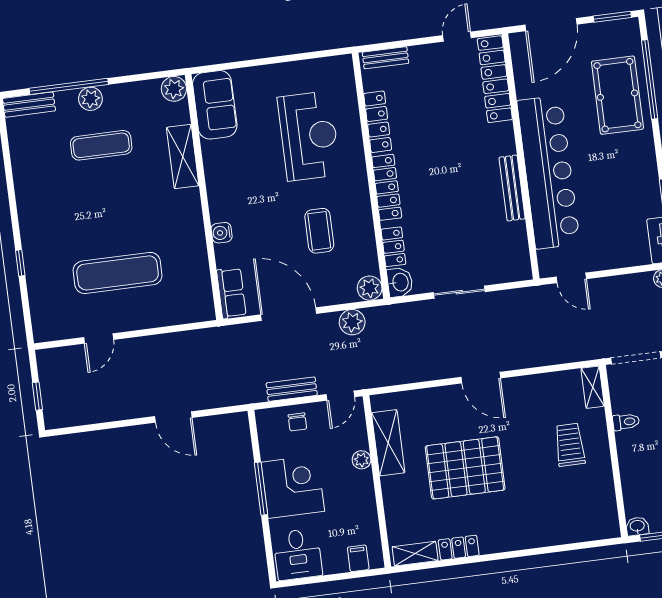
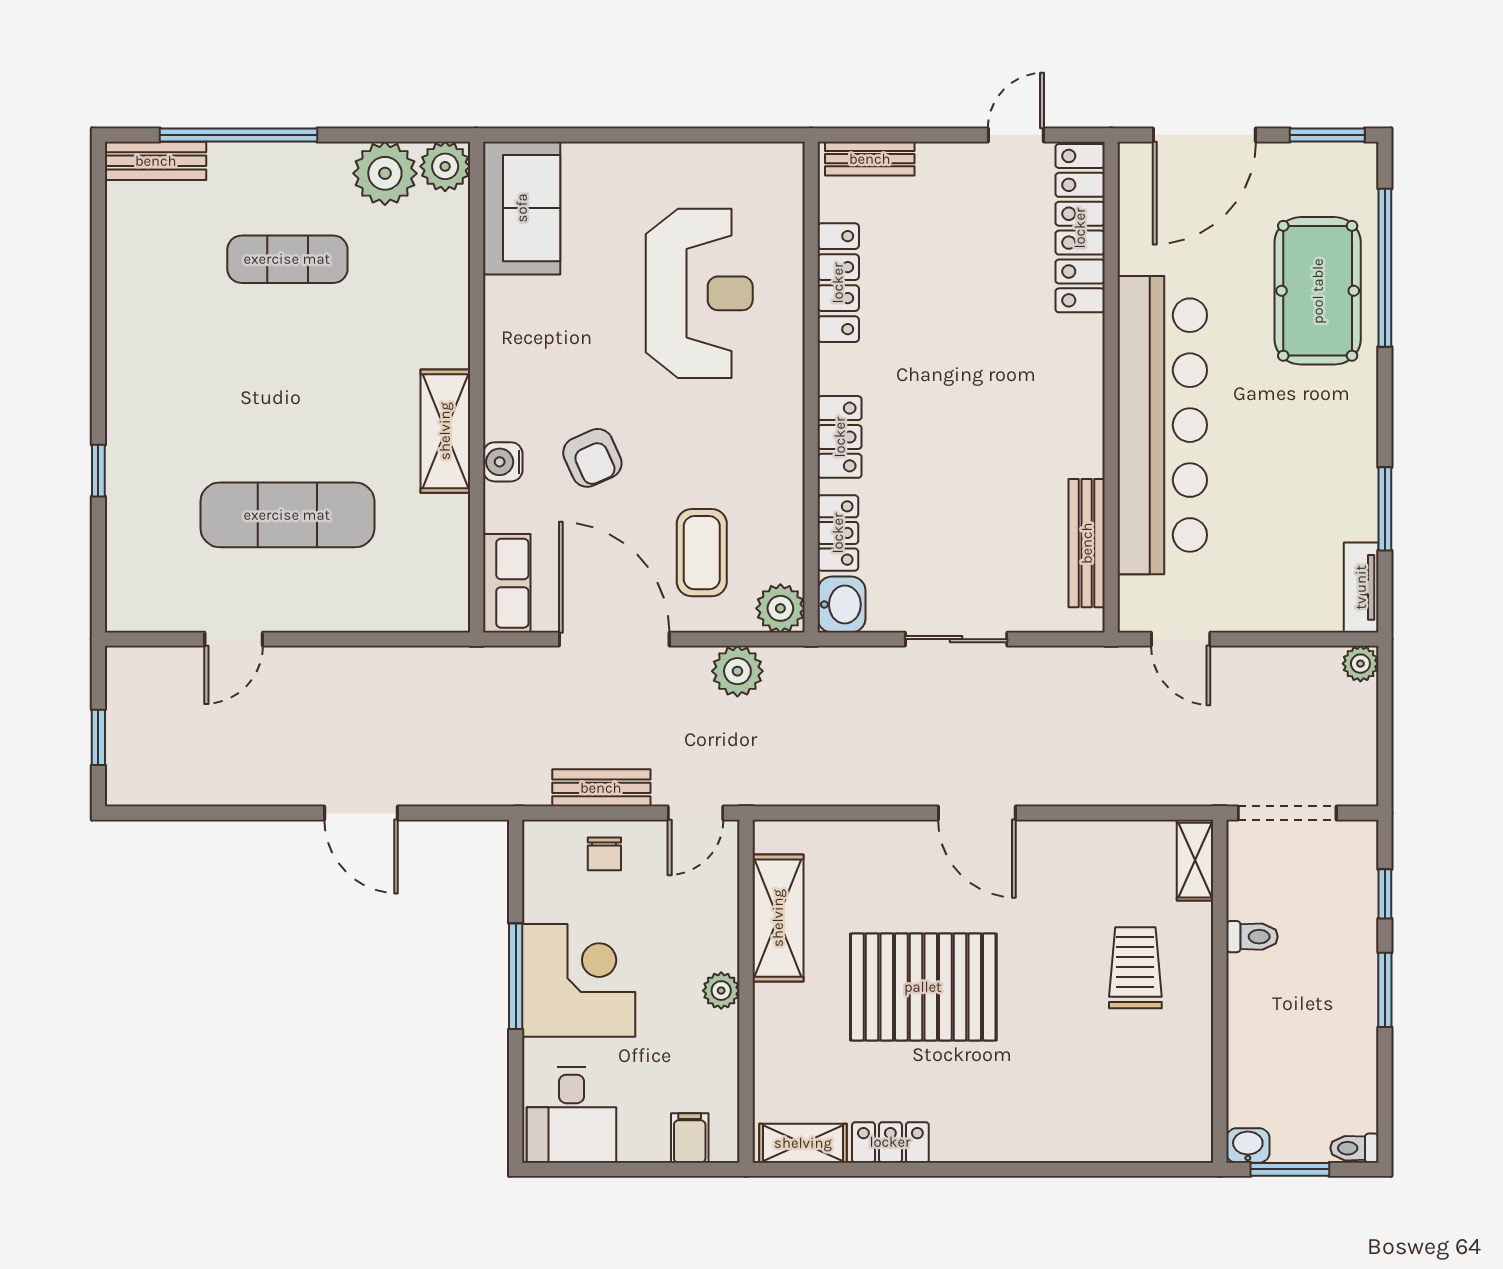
plant: (90, 99) -> (385, 173), moved, width x1.36, depth x1.36
shelving: (183, 157) -> (445, 431), moved
locker: (387, 187) -> (840, 437), width x0.66
bench: (512, 188) -> (1087, 543), moved
armchair: (266, 225) -> (592, 458), added
coffee table: (319, 231) -> (702, 553), moved
plant: (362, 460) -> (721, 991), moved

